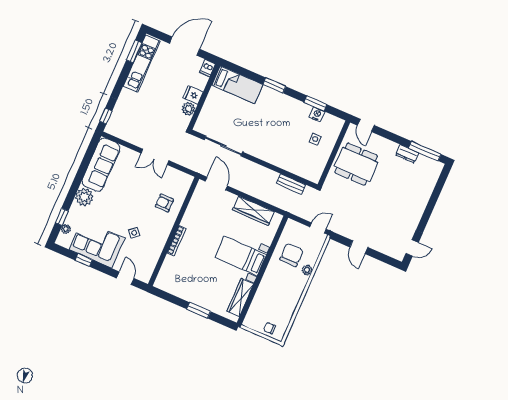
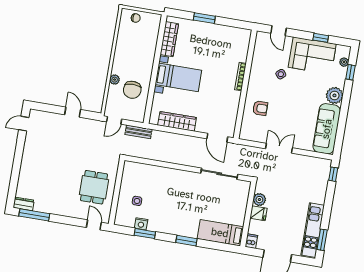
dresser: (407, 154) -> (24, 204), moved
dining table: (356, 164) -> (94, 187), width x0.73
bench: (291, 184) -> (138, 132), moved

